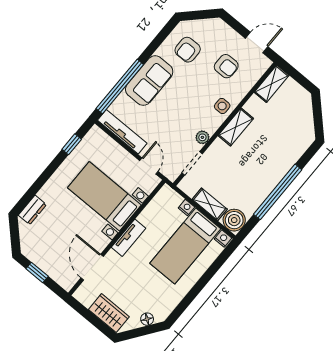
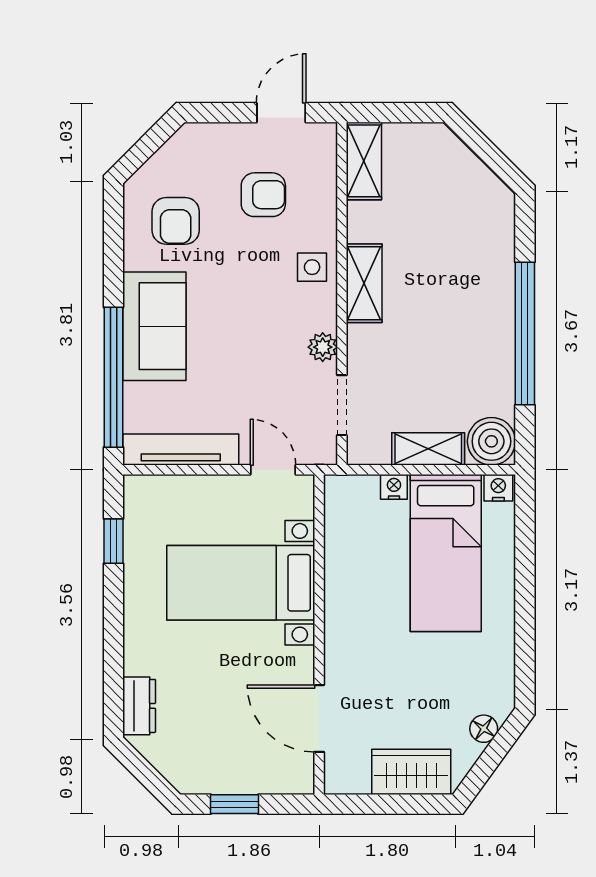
tv unit: (129, 238) -> (339, 618), removed

